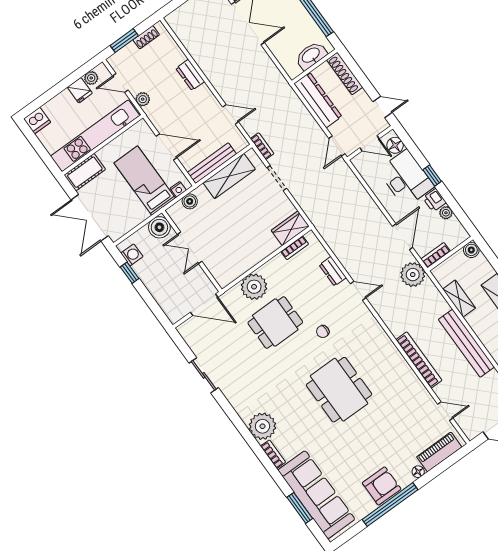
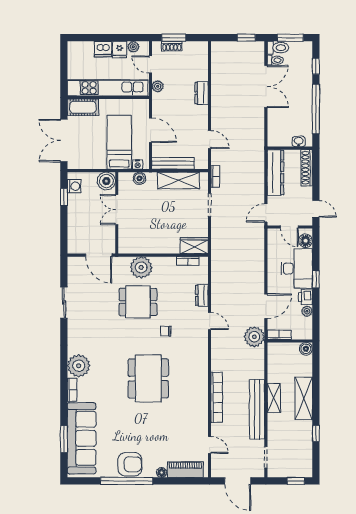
shoe rack: (146, 37) -> (172, 46), moved
washbasin: (311, 56) -> (299, 141), width x0.52, depth x0.69
dishwasher: (37, 121) -> (103, 49), moved
shelving: (459, 299) -> (274, 398), moved

